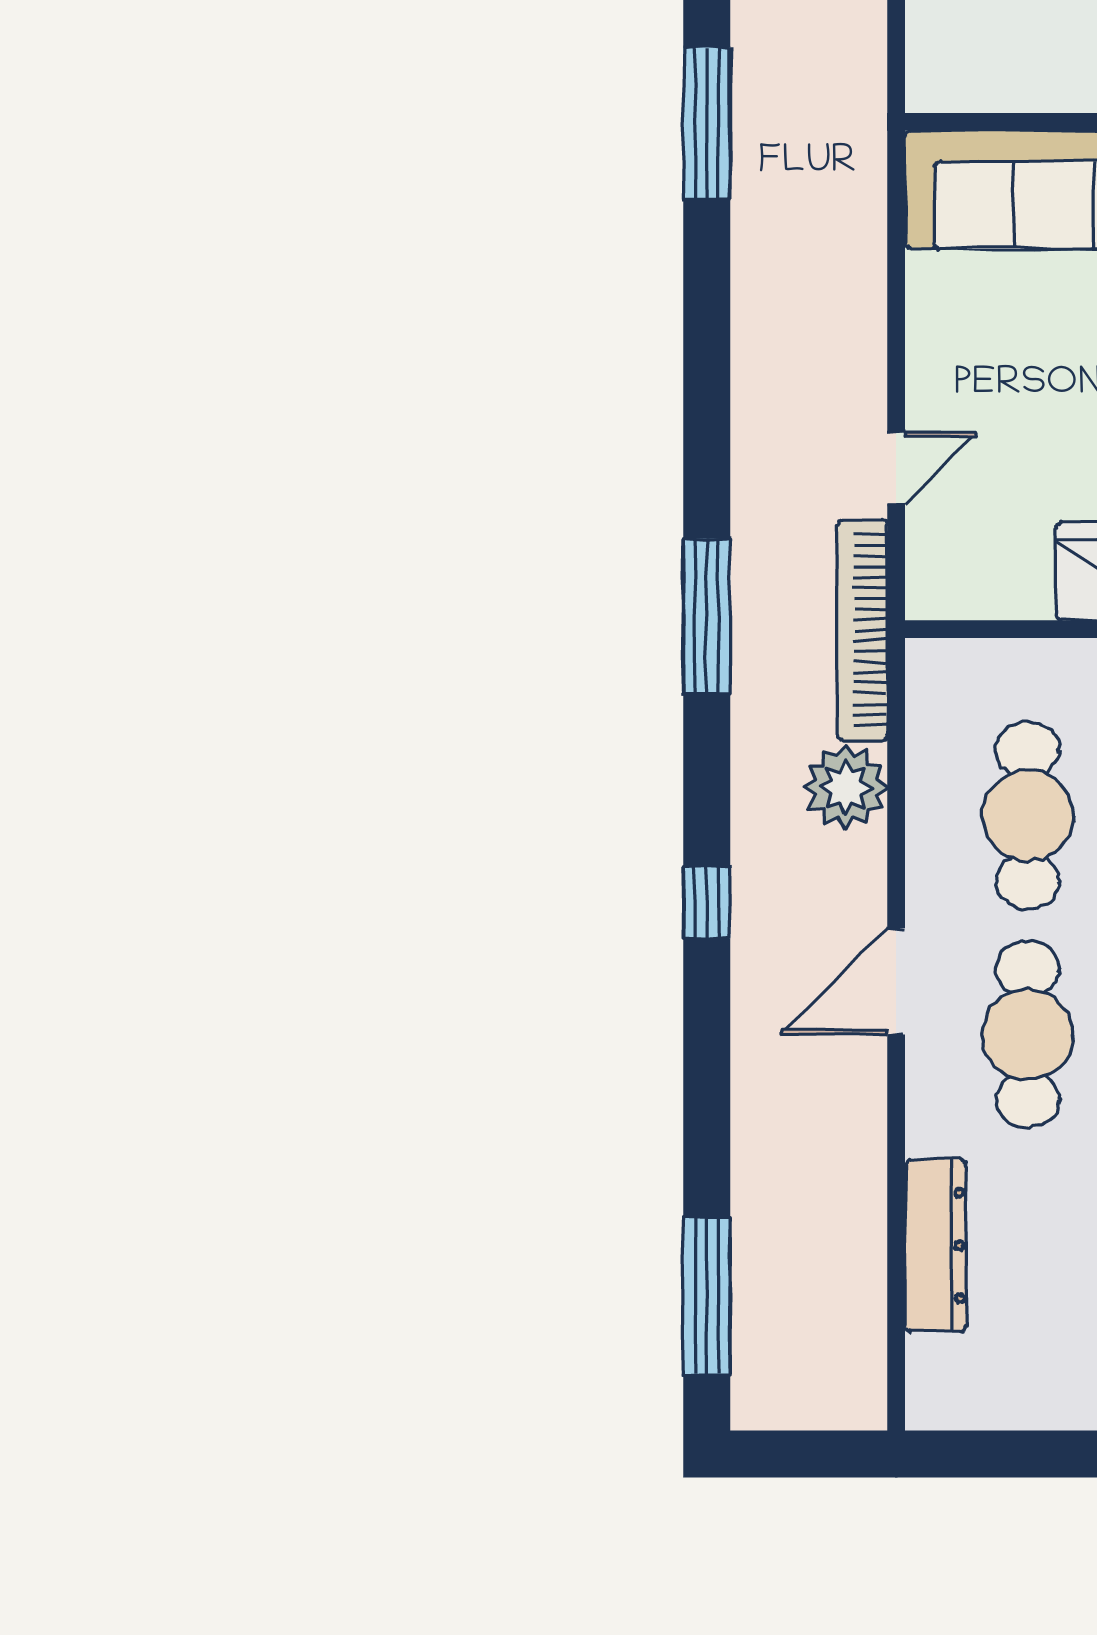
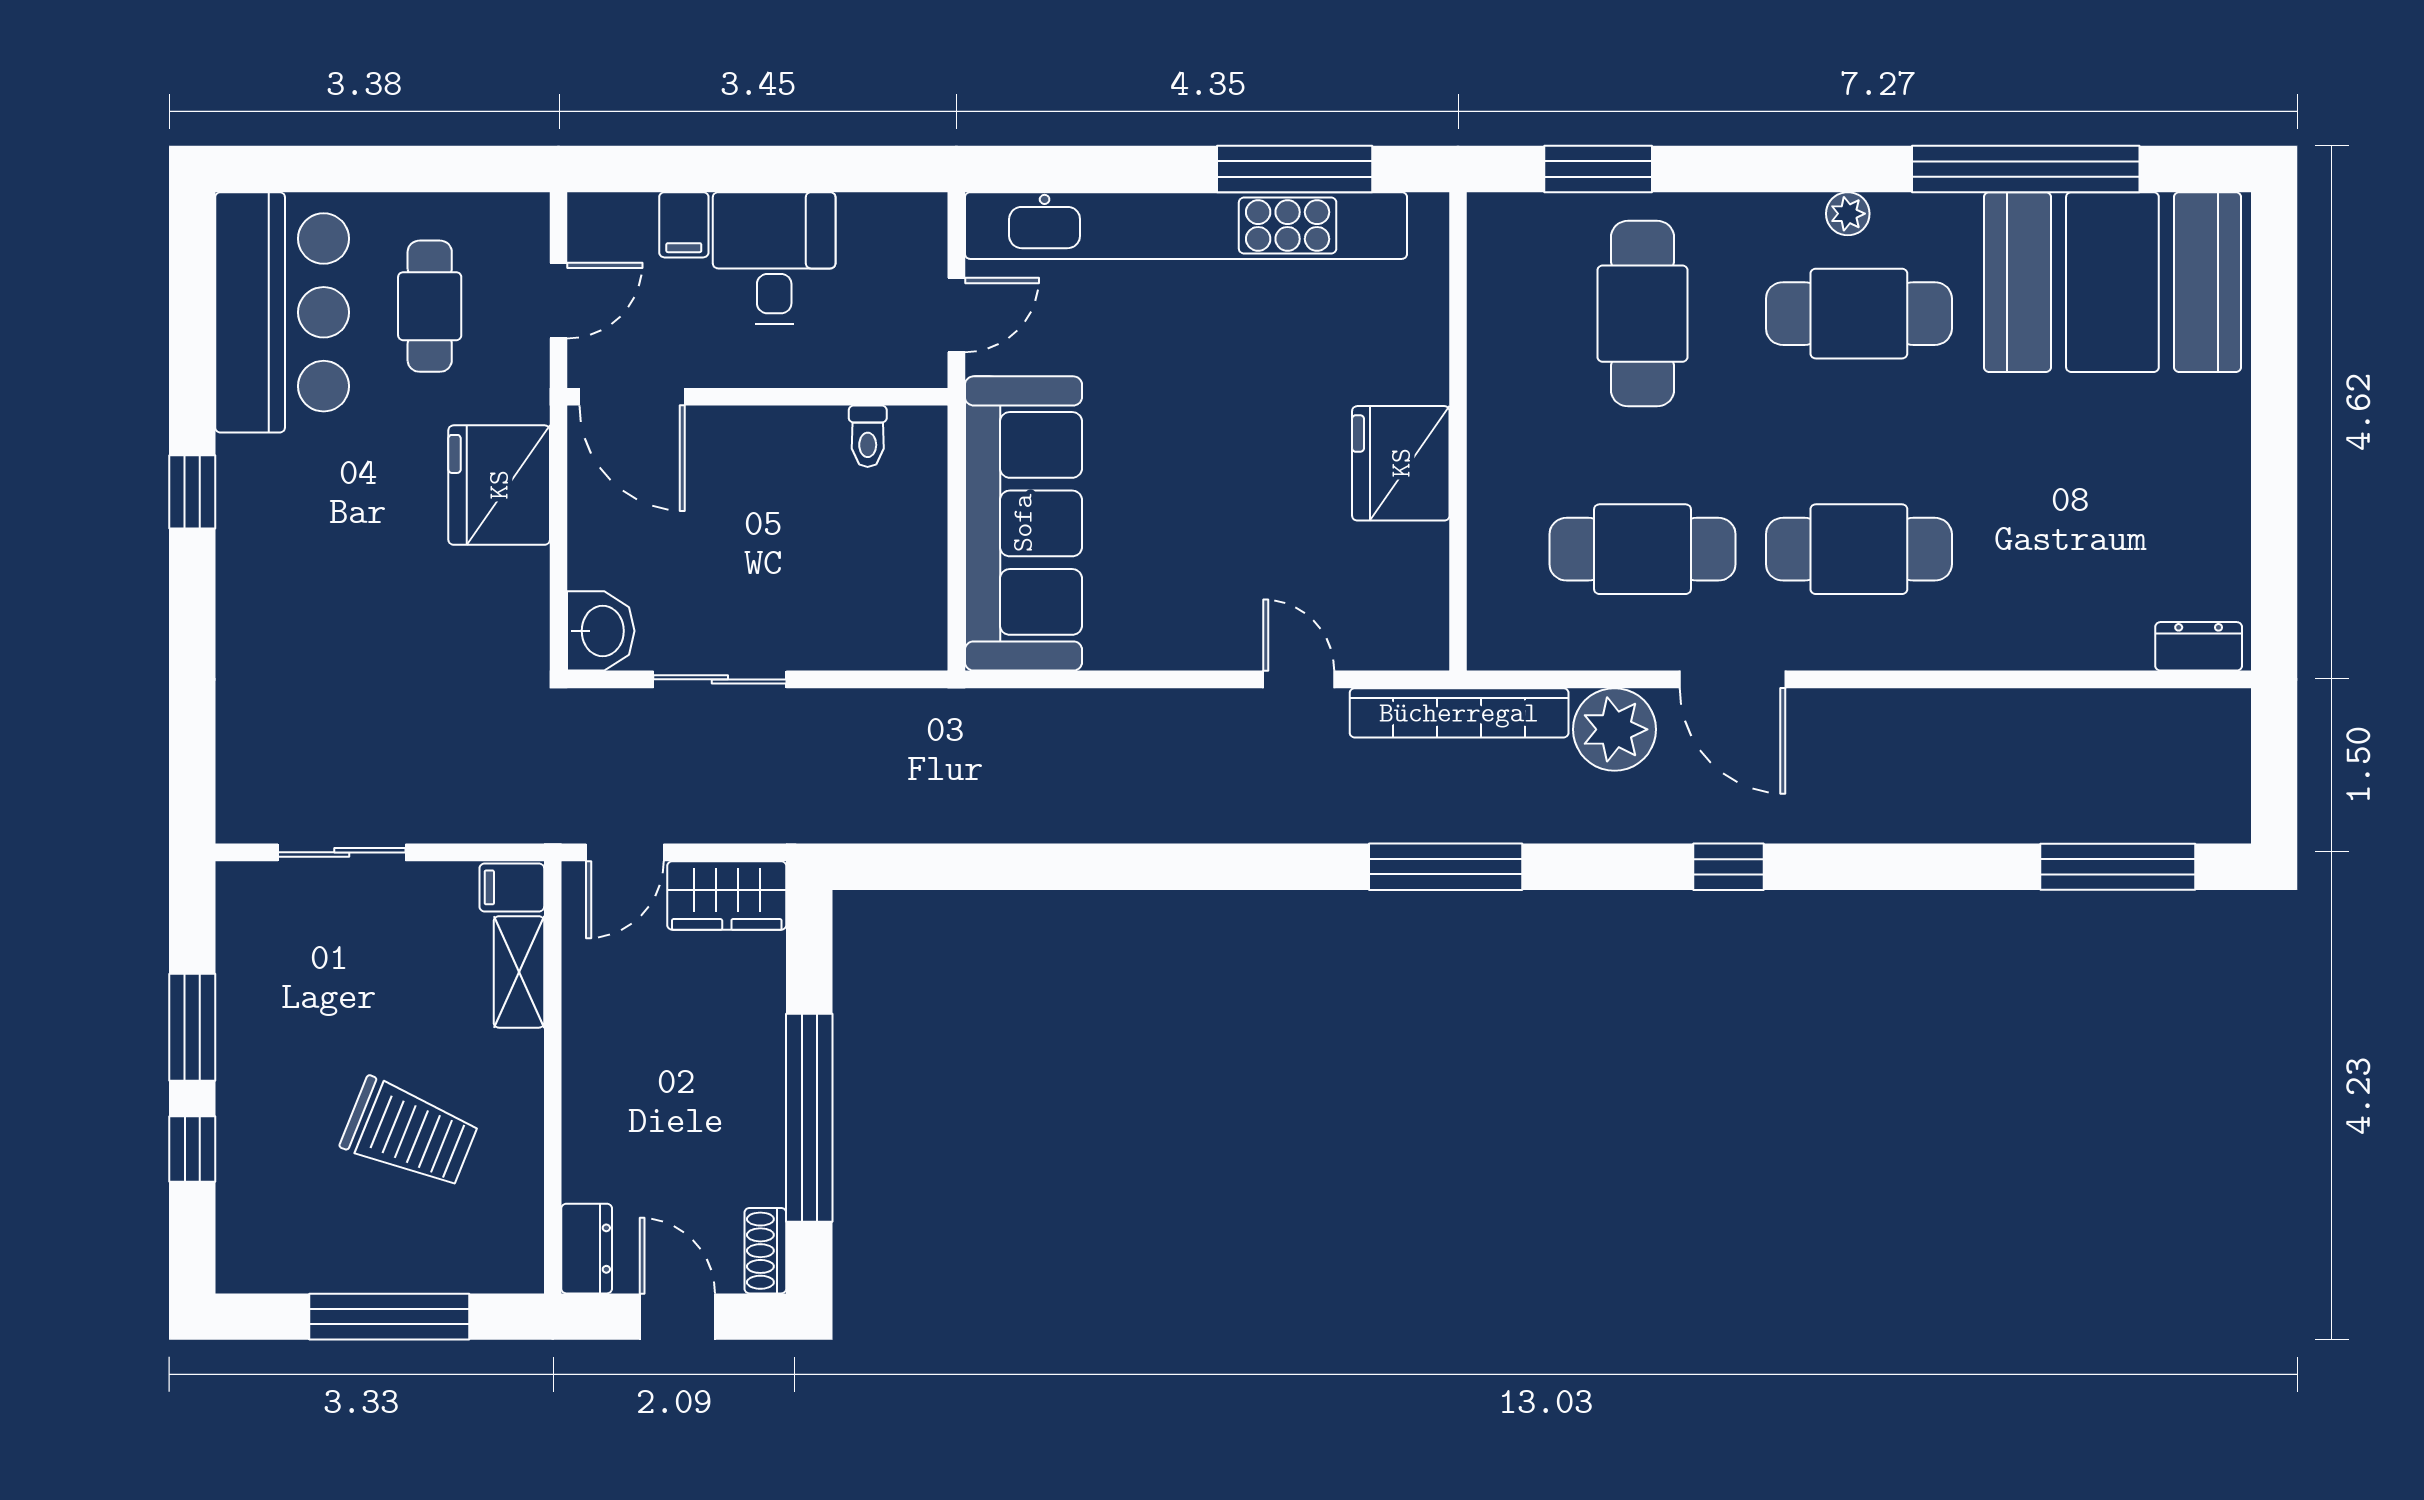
window: (707, 123) -> (958, 867), removed
door: (896, 981) -> (1732, 679), moved
dresser: (936, 1245) -> (2199, 646), moved, width x0.51, depth x0.80

